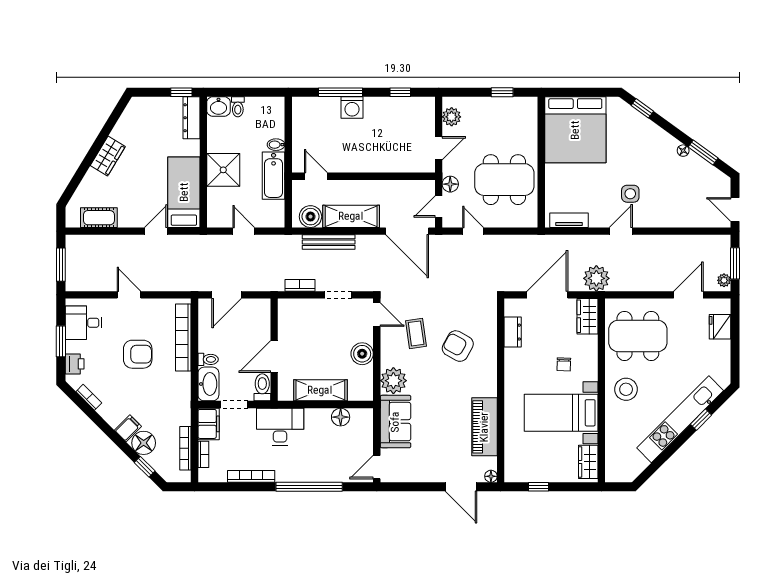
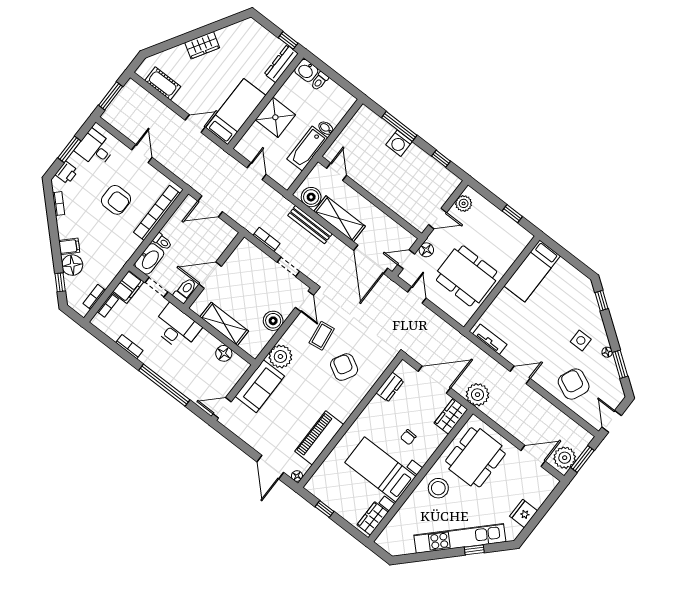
bed: (575, 130) -> (532, 271), width x0.49
side table: (630, 194) -> (581, 340), moved
armchair: (675, 202) -> (574, 384), added
plant: (724, 280) -> (565, 458), width x1.87, depth x1.87
fridge: (720, 327) -> (524, 513), moved
dining table: (638, 336) -> (475, 457), turned 90
bookcase: (185, 448) -> (94, 297), width x0.64
bookcase: (251, 476) -> (129, 347), width x0.64

